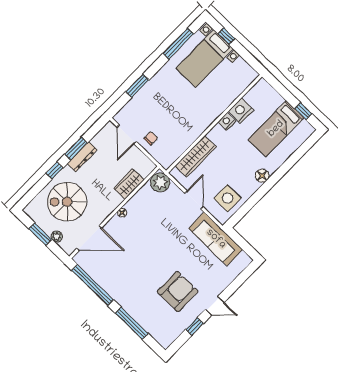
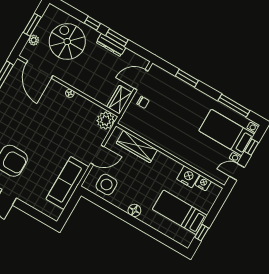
door: (249, 58) -> (237, 172), added
nightstand: (227, 121) -> (203, 183), moved
wardrobe: (129, 184) -> (119, 100), moved, turned -90

